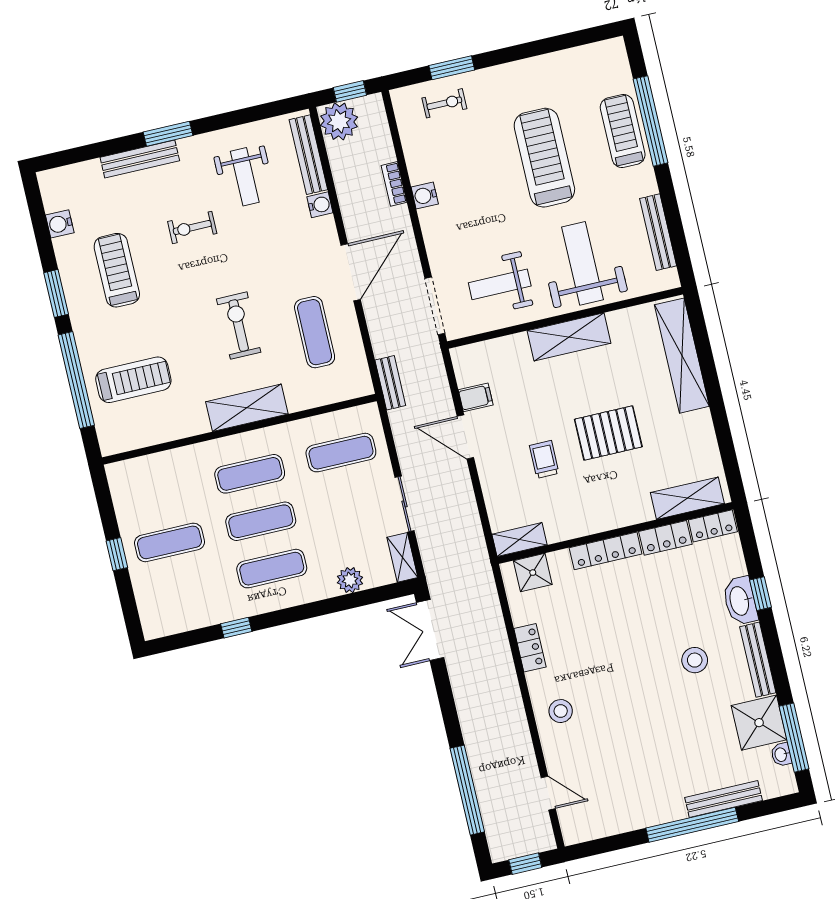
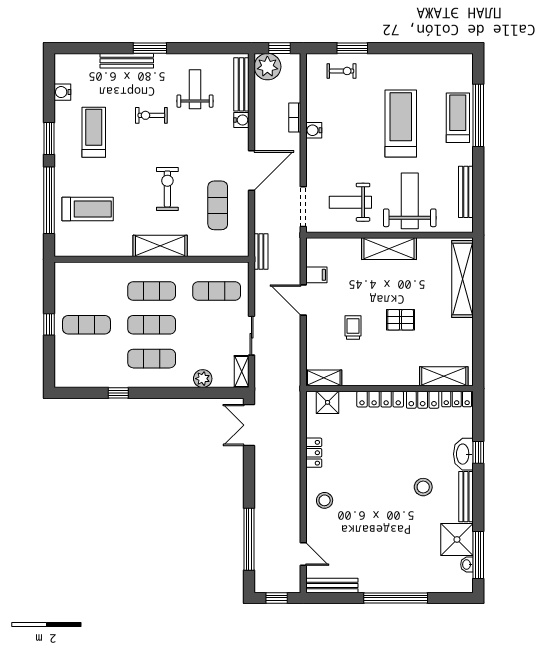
weight bench: (245, 177) -> (195, 89), turned 180
pallet: (608, 433) -> (401, 320), width x0.67, depth x0.71
bench: (724, 799) -> (332, 586), moved

